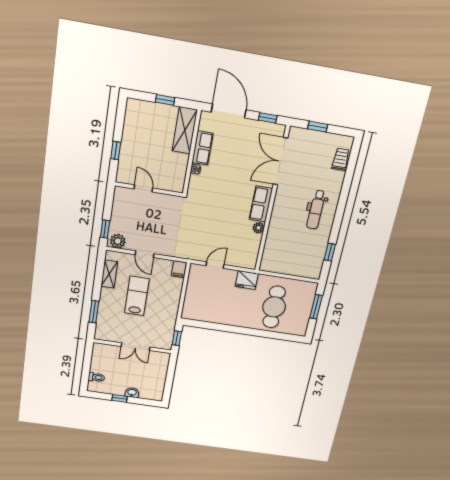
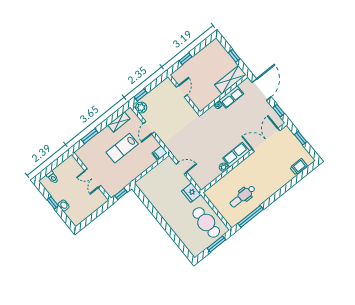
dental chair: (316, 210) -> (243, 196), moved
window: (330, 252) -> (251, 216), width x2.17
lab bench: (137, 296) -> (122, 148), turned 180
cafe table: (274, 307) -> (206, 222), moved, turned 90

